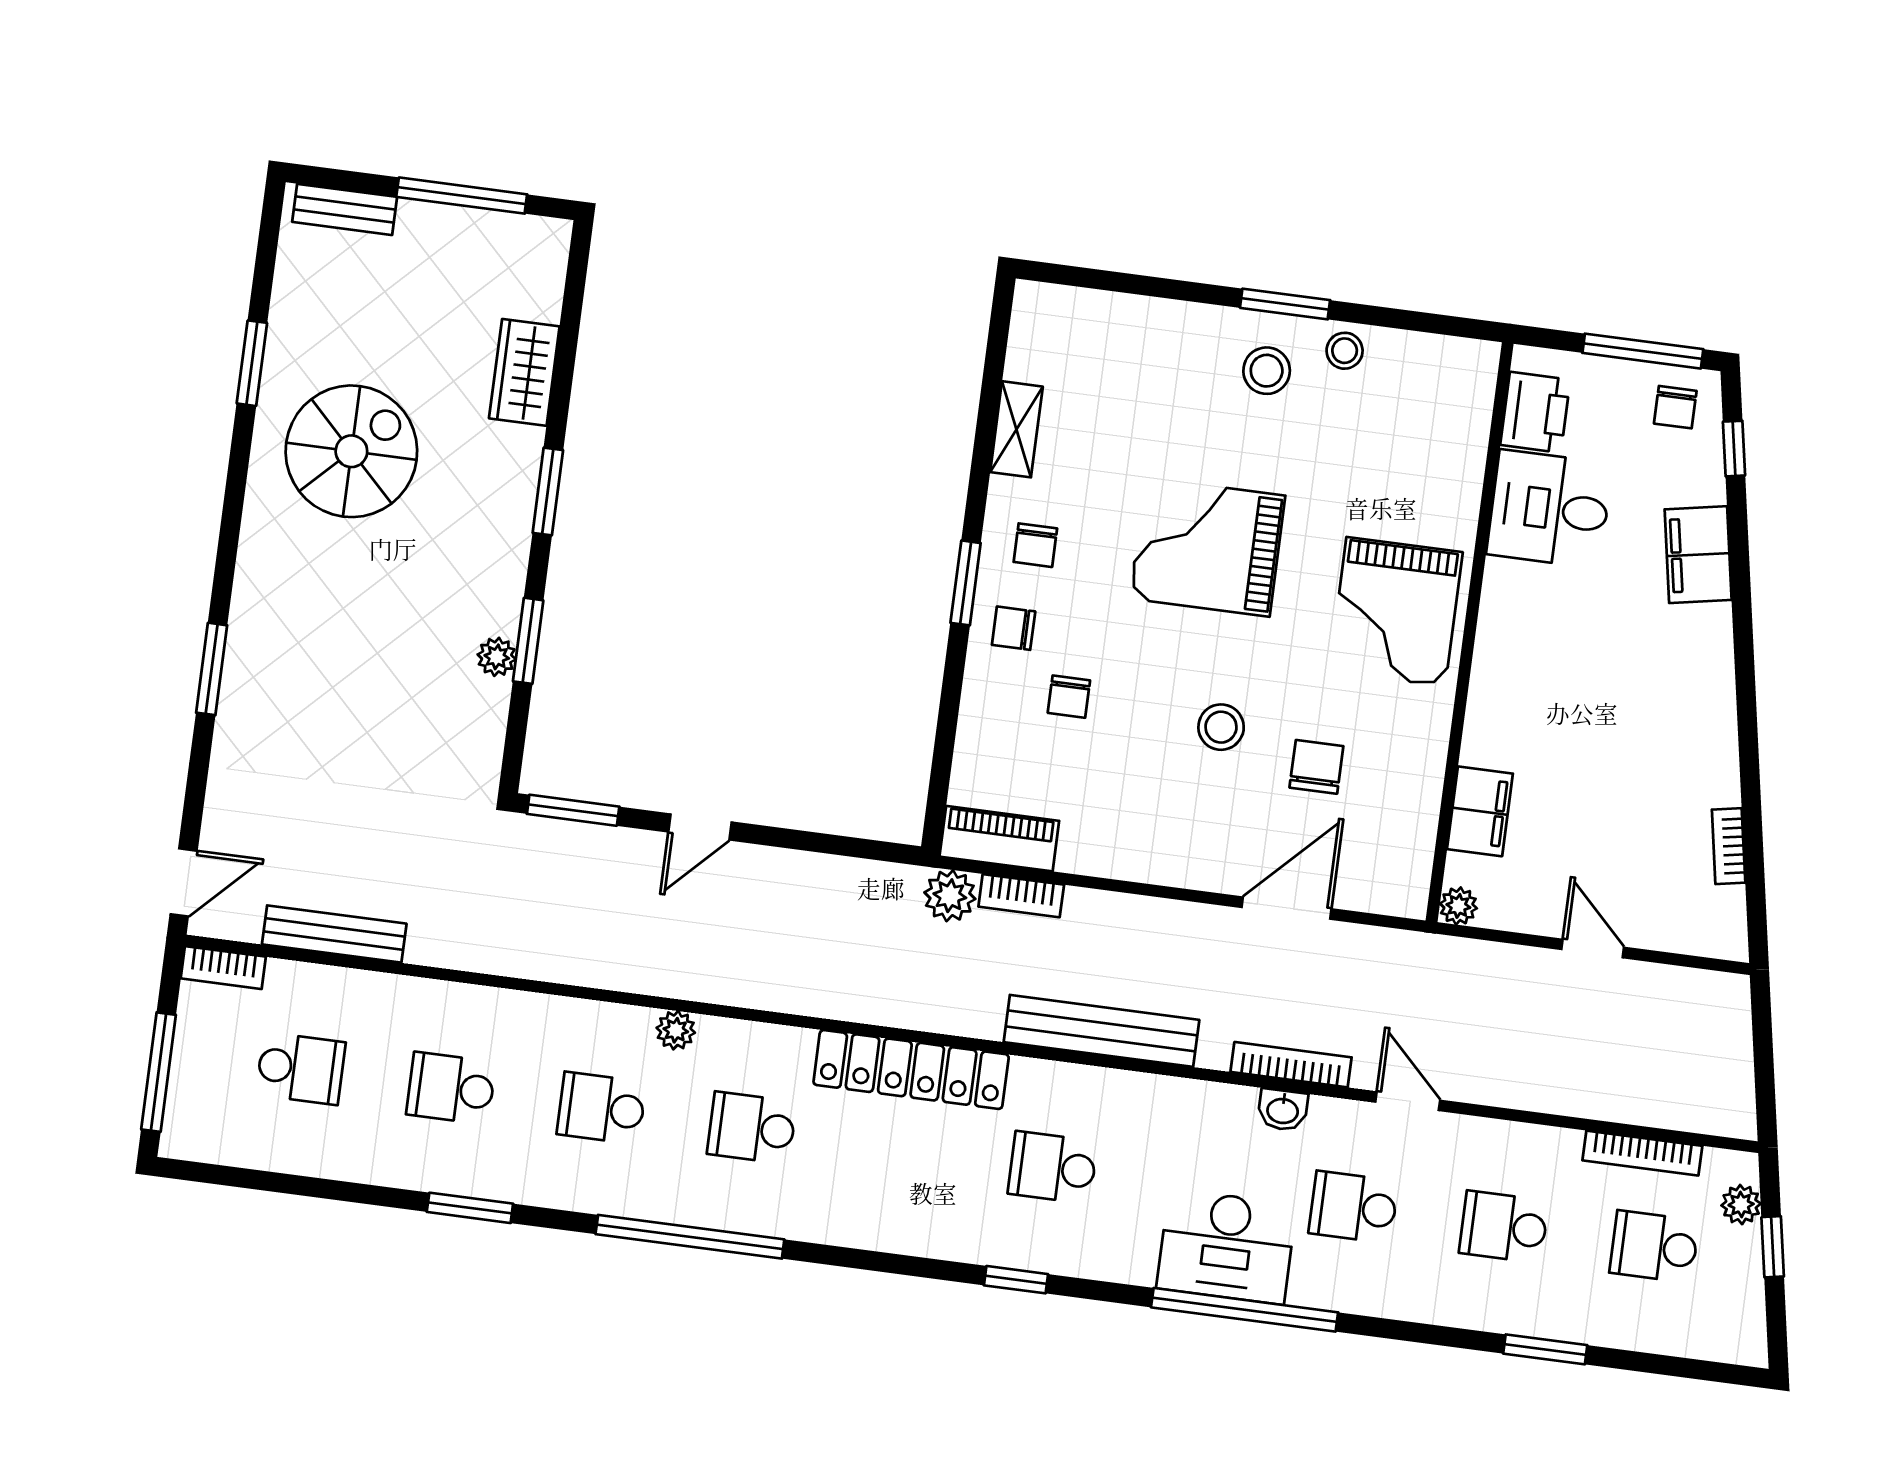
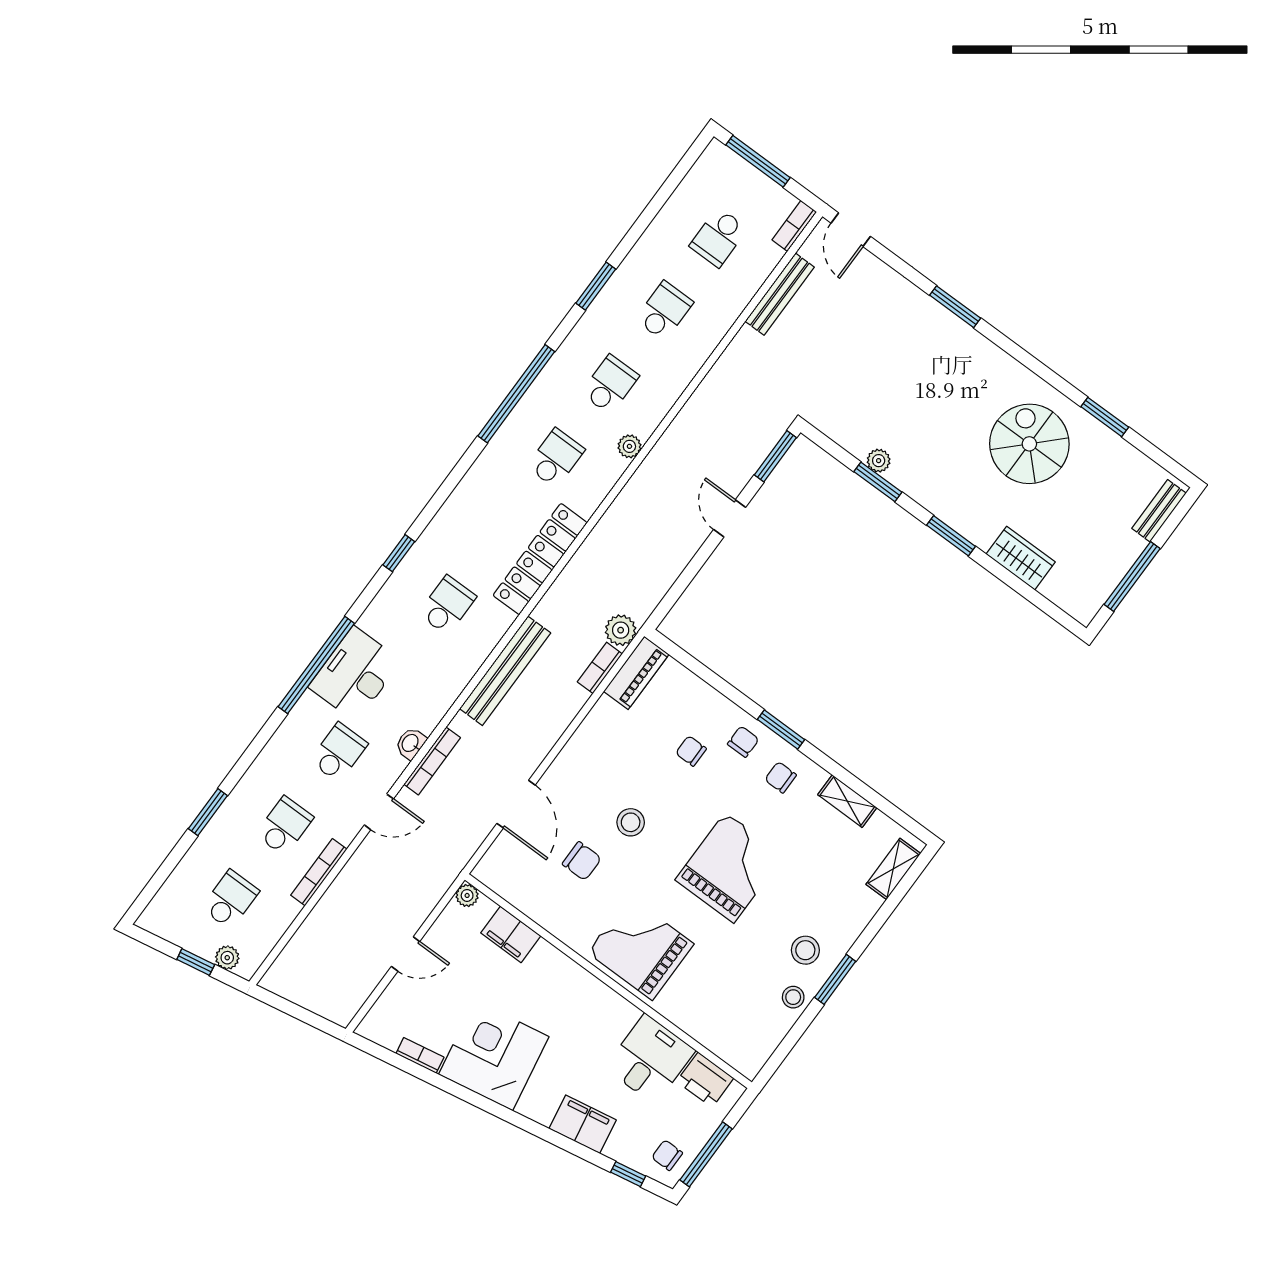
shelving: (1078, 308) -> (893, 869), added
spiral stairs: (351, 451) -> (1029, 444), turned 180
corner desk: (1670, 739) -> (494, 1055), added
bookcase: (1642, 1153) -> (319, 872), moved

